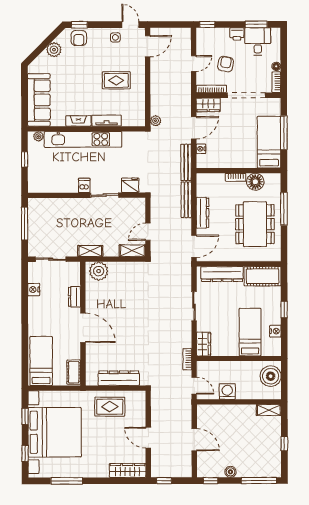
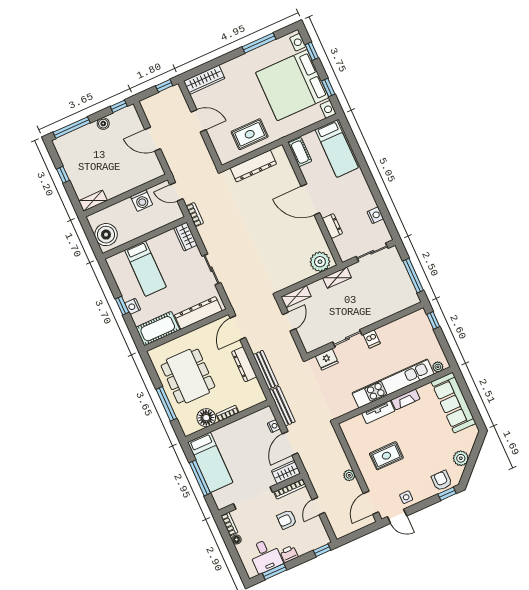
armchair: (226, 64) -> (287, 520), turned 79
plant: (156, 121) -> (349, 475), moved
window: (25, 159) -> (433, 320), moved
nightstand: (275, 331) -> (133, 306), moved

